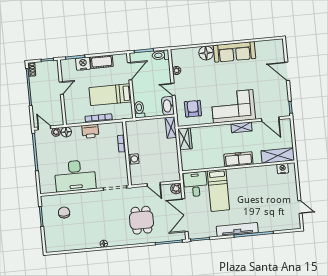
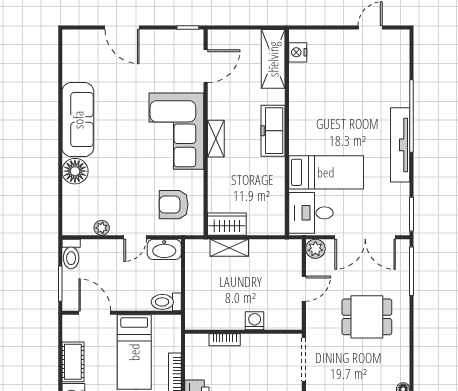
door: (287, 71) -> (122, 28), hinge flipped
shelving: (242, 127) -> (216, 139), moved
shelving: (171, 128) -> (229, 248), moved

